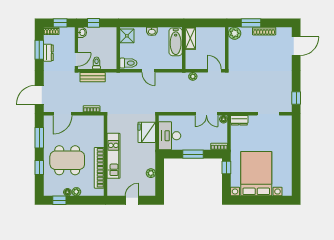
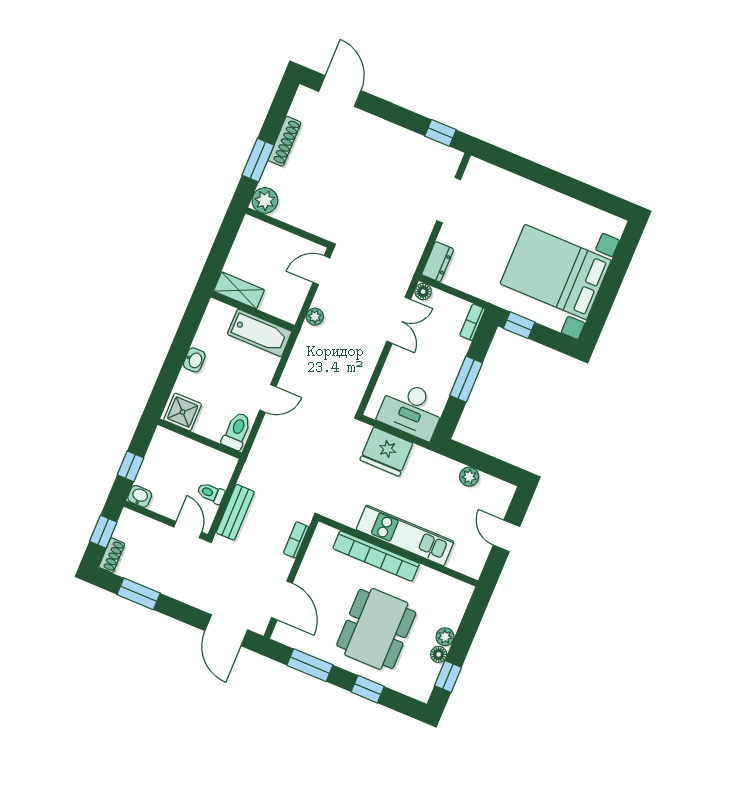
bathtub: (176, 42) -> (260, 333), moved
dresser: (48, 53) -> (152, 578), removed
bookcase: (99, 168) -> (376, 556), moved

